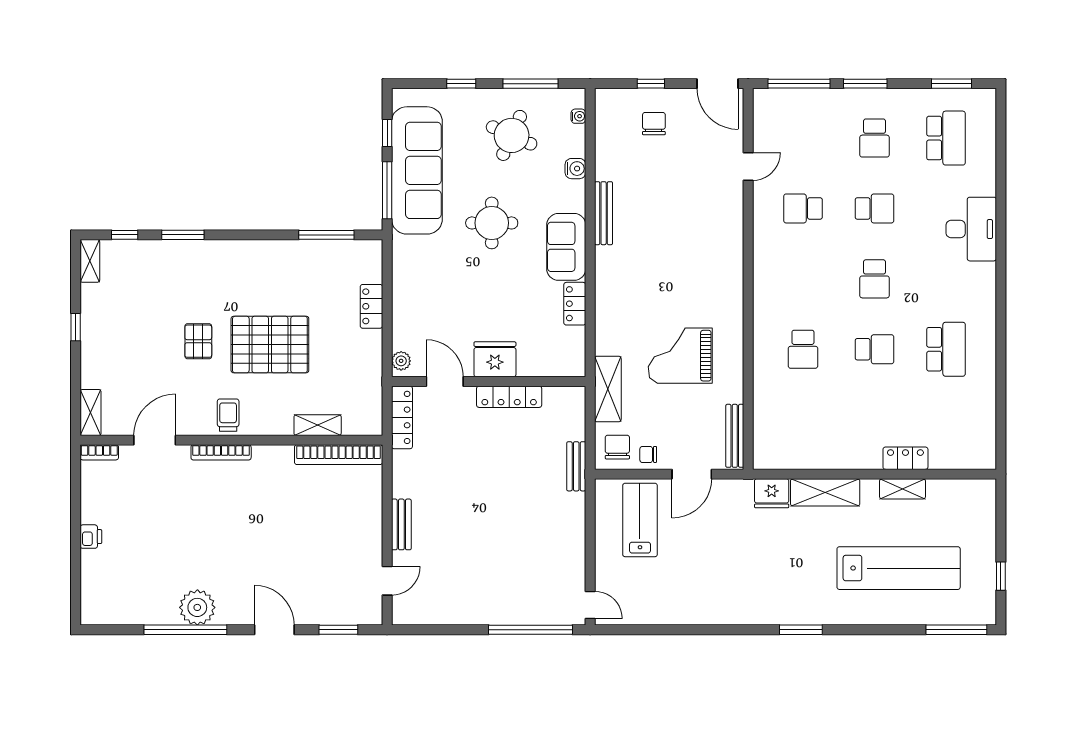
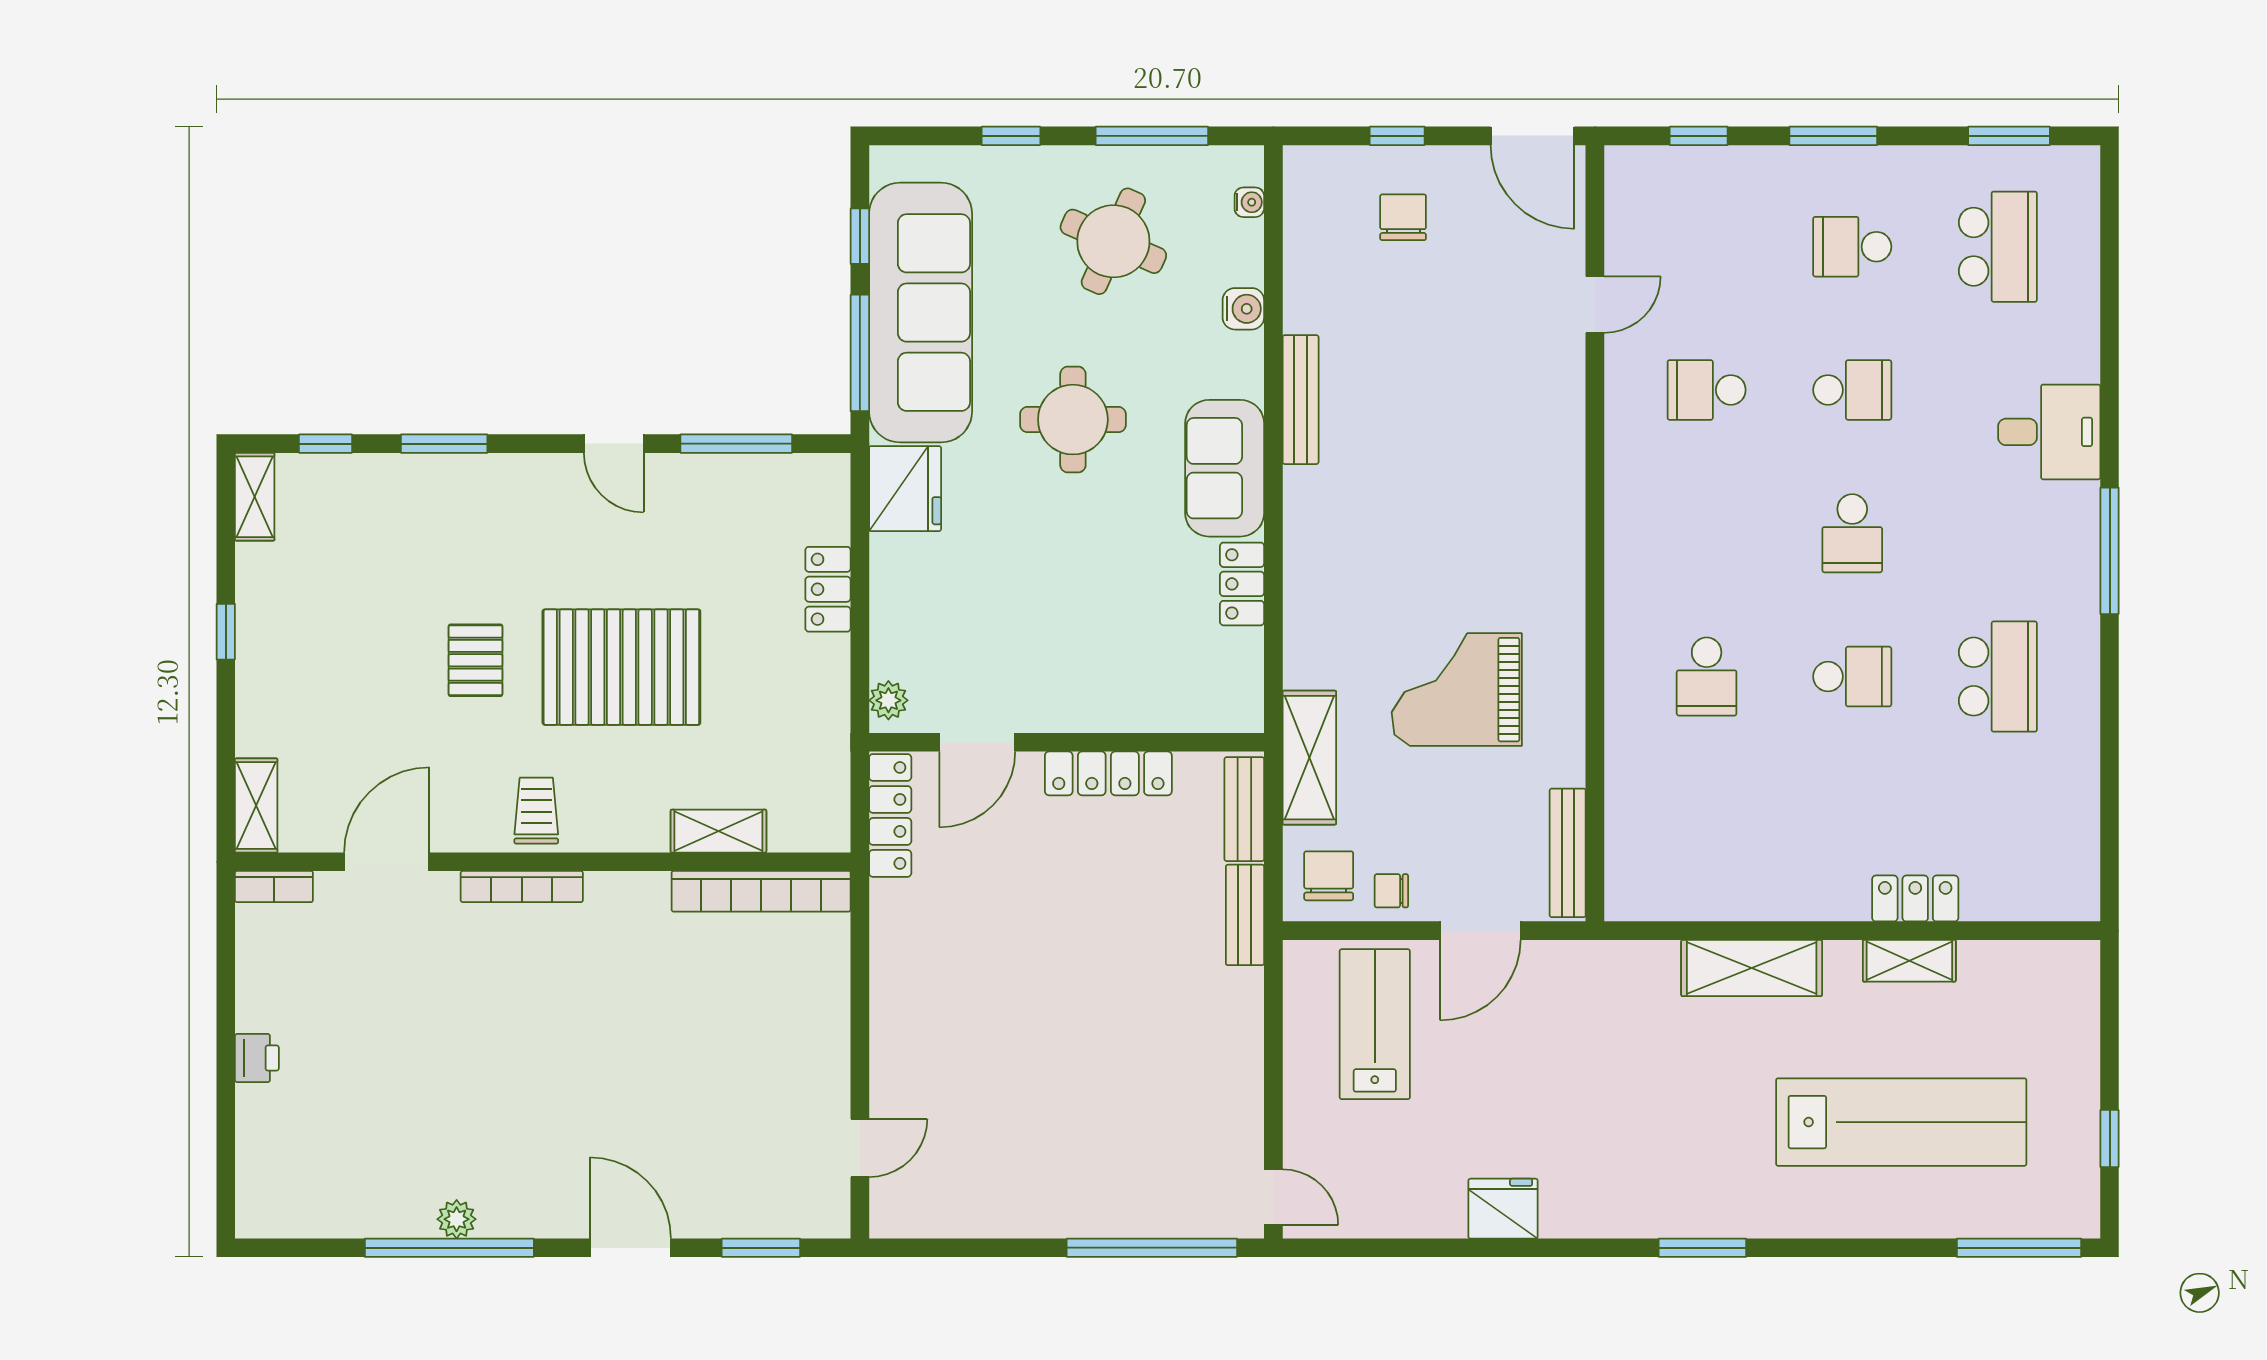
window: (799, 84) -> (1699, 136), width x0.46
school desk: (875, 138) -> (1852, 247), turned 90
desk: (971, 229) -> (2049, 432), width x0.73
door: (266, 235) -> (614, 444), added
window: (1001, 287) -> (2110, 551), added
fridge: (495, 359) -> (905, 489), moved, turned 90
door: (445, 382) -> (977, 742), swing flipped
fridge: (772, 493) -> (1503, 1209), moved, turned 180
bench: (401, 524) -> (1244, 809), moved
plant: (197, 607) -> (457, 1219), width x0.53, depth x0.53

